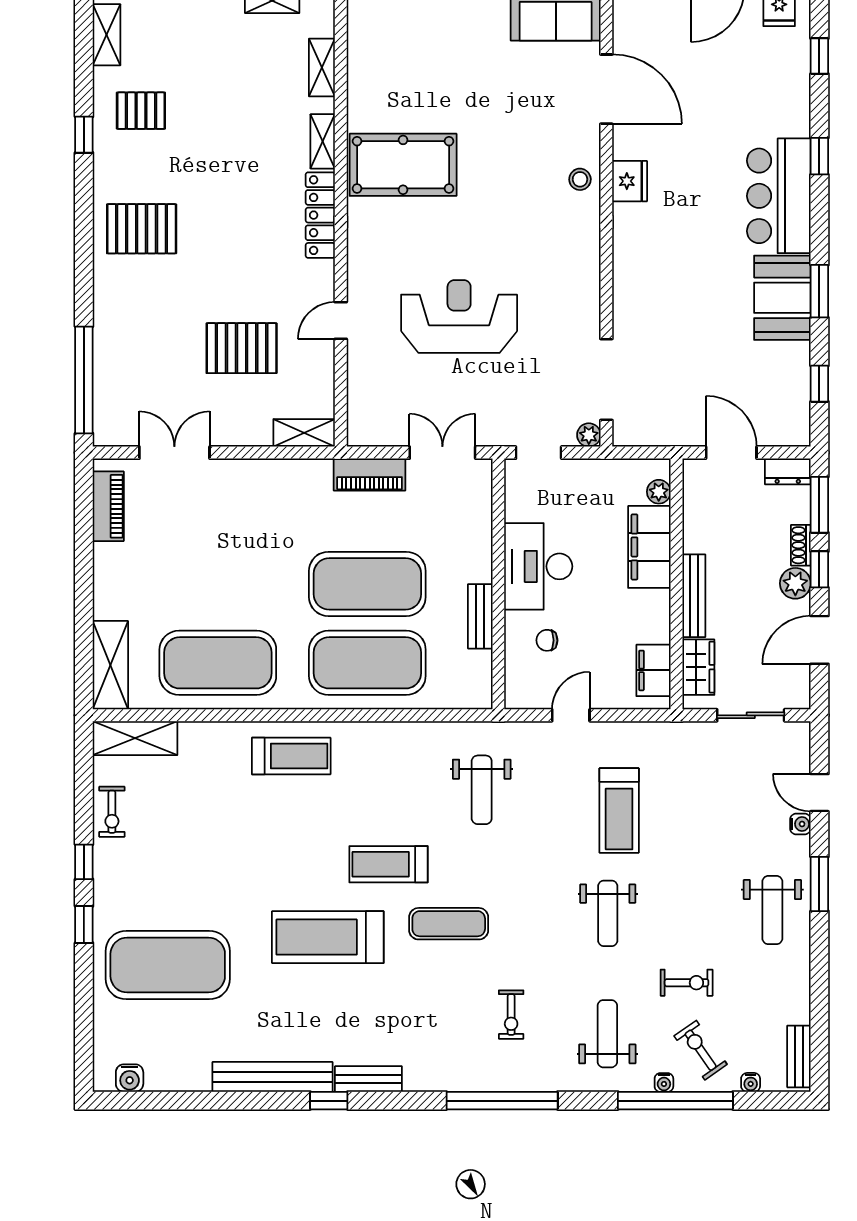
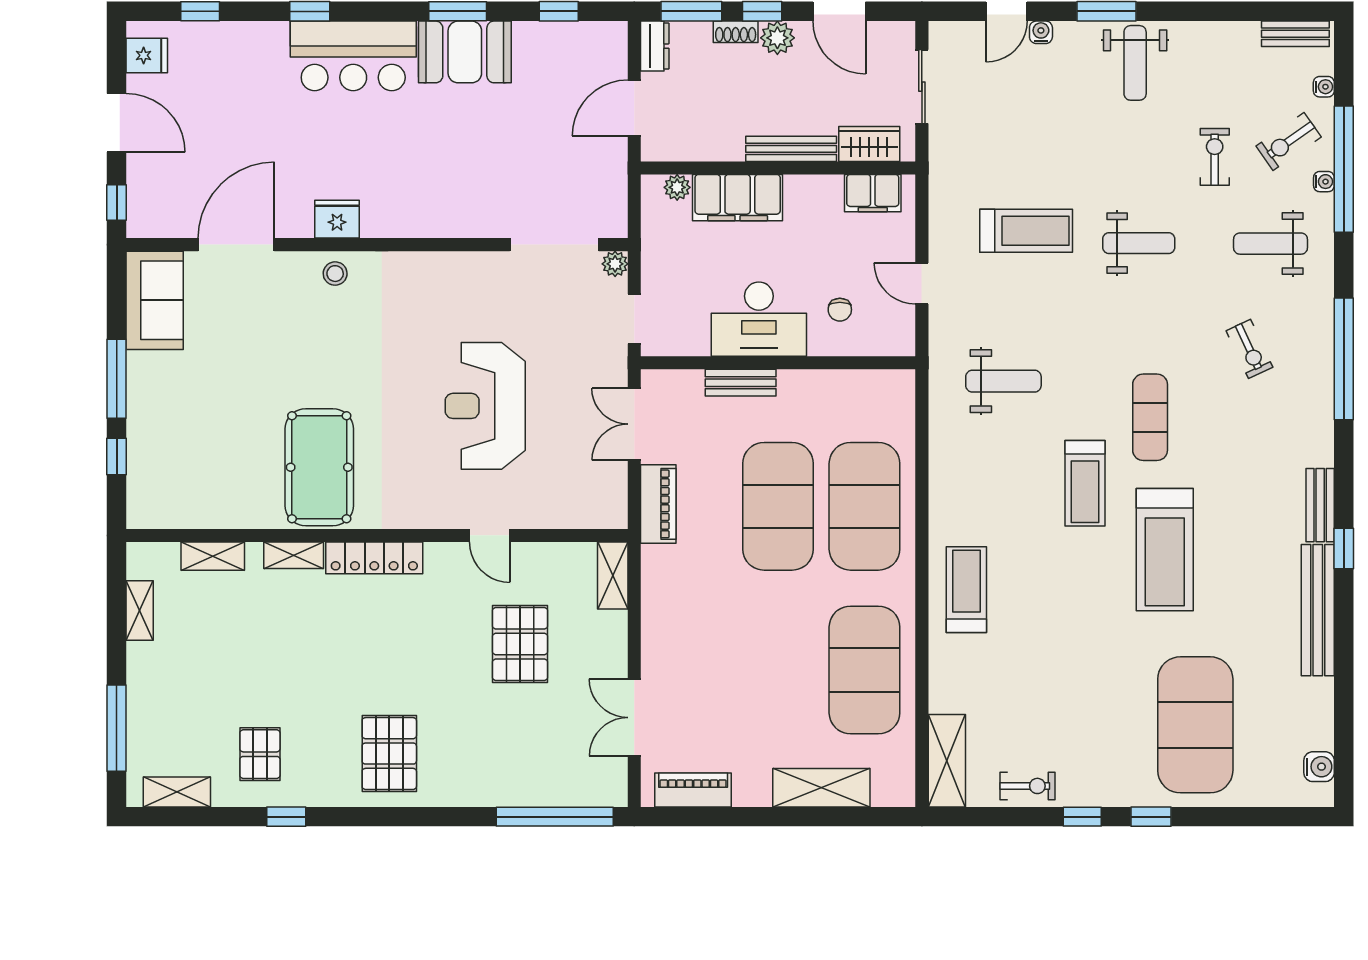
bench: (480, 616) -> (741, 383), moved
shelving: (110, 665) -> (821, 788), moved
weight bench: (772, 910) -> (1135, 63), turned 90
exercise bike: (511, 1015) -> (1249, 349), turned 65

